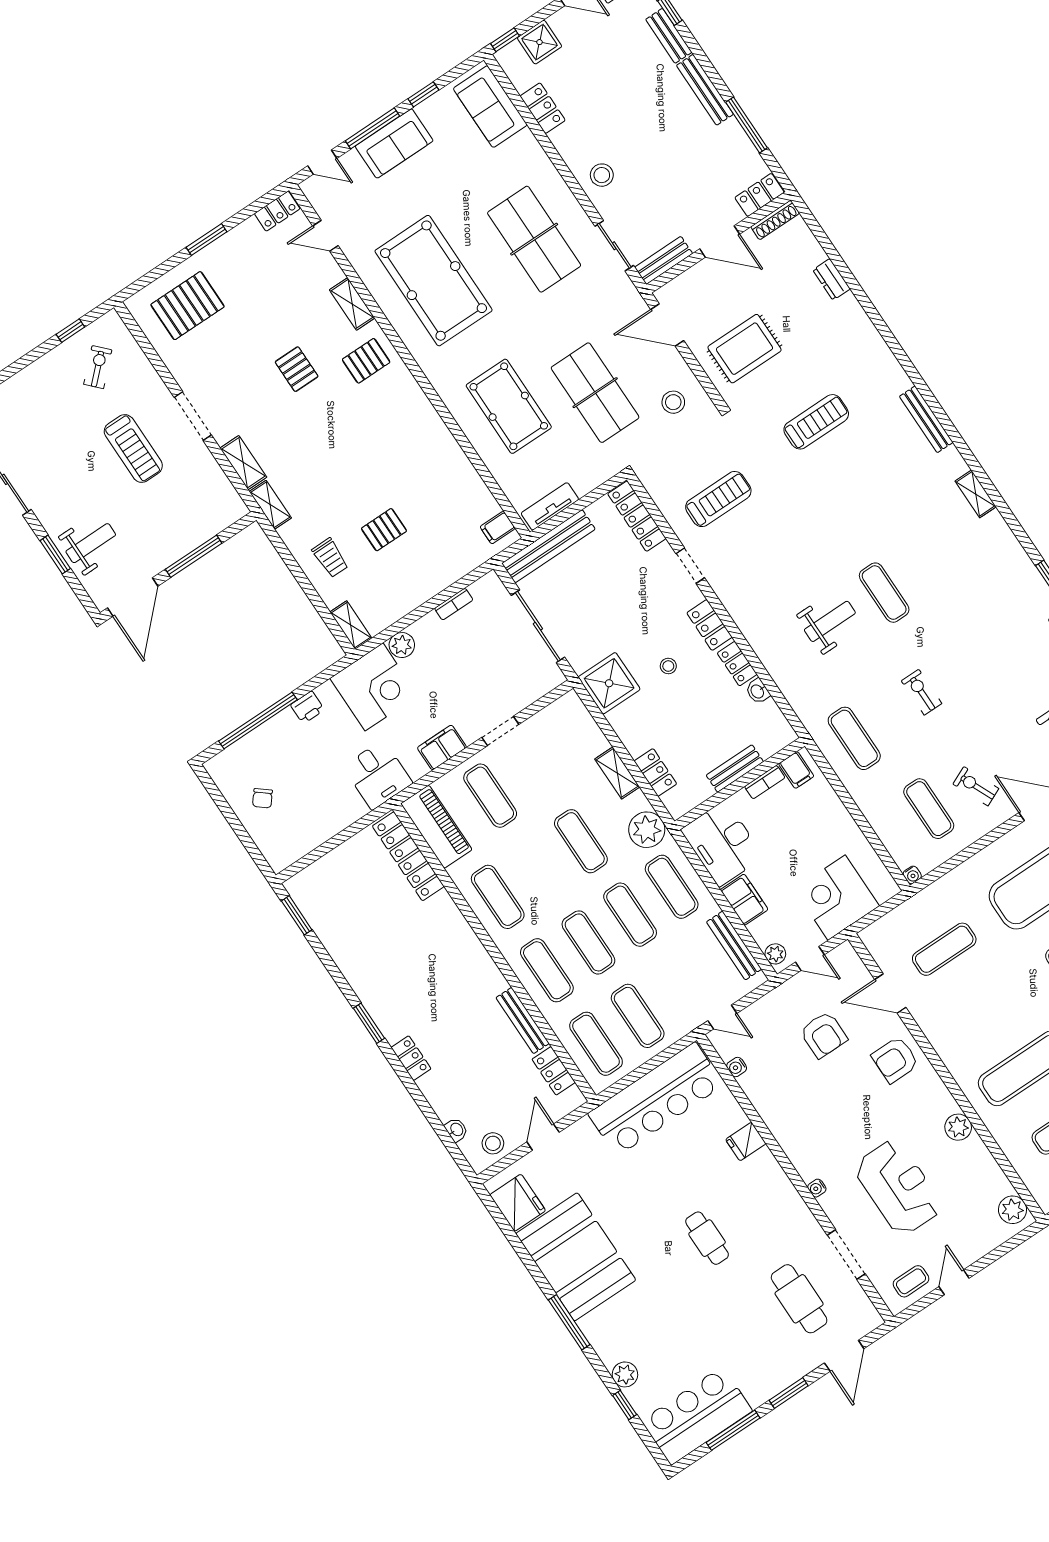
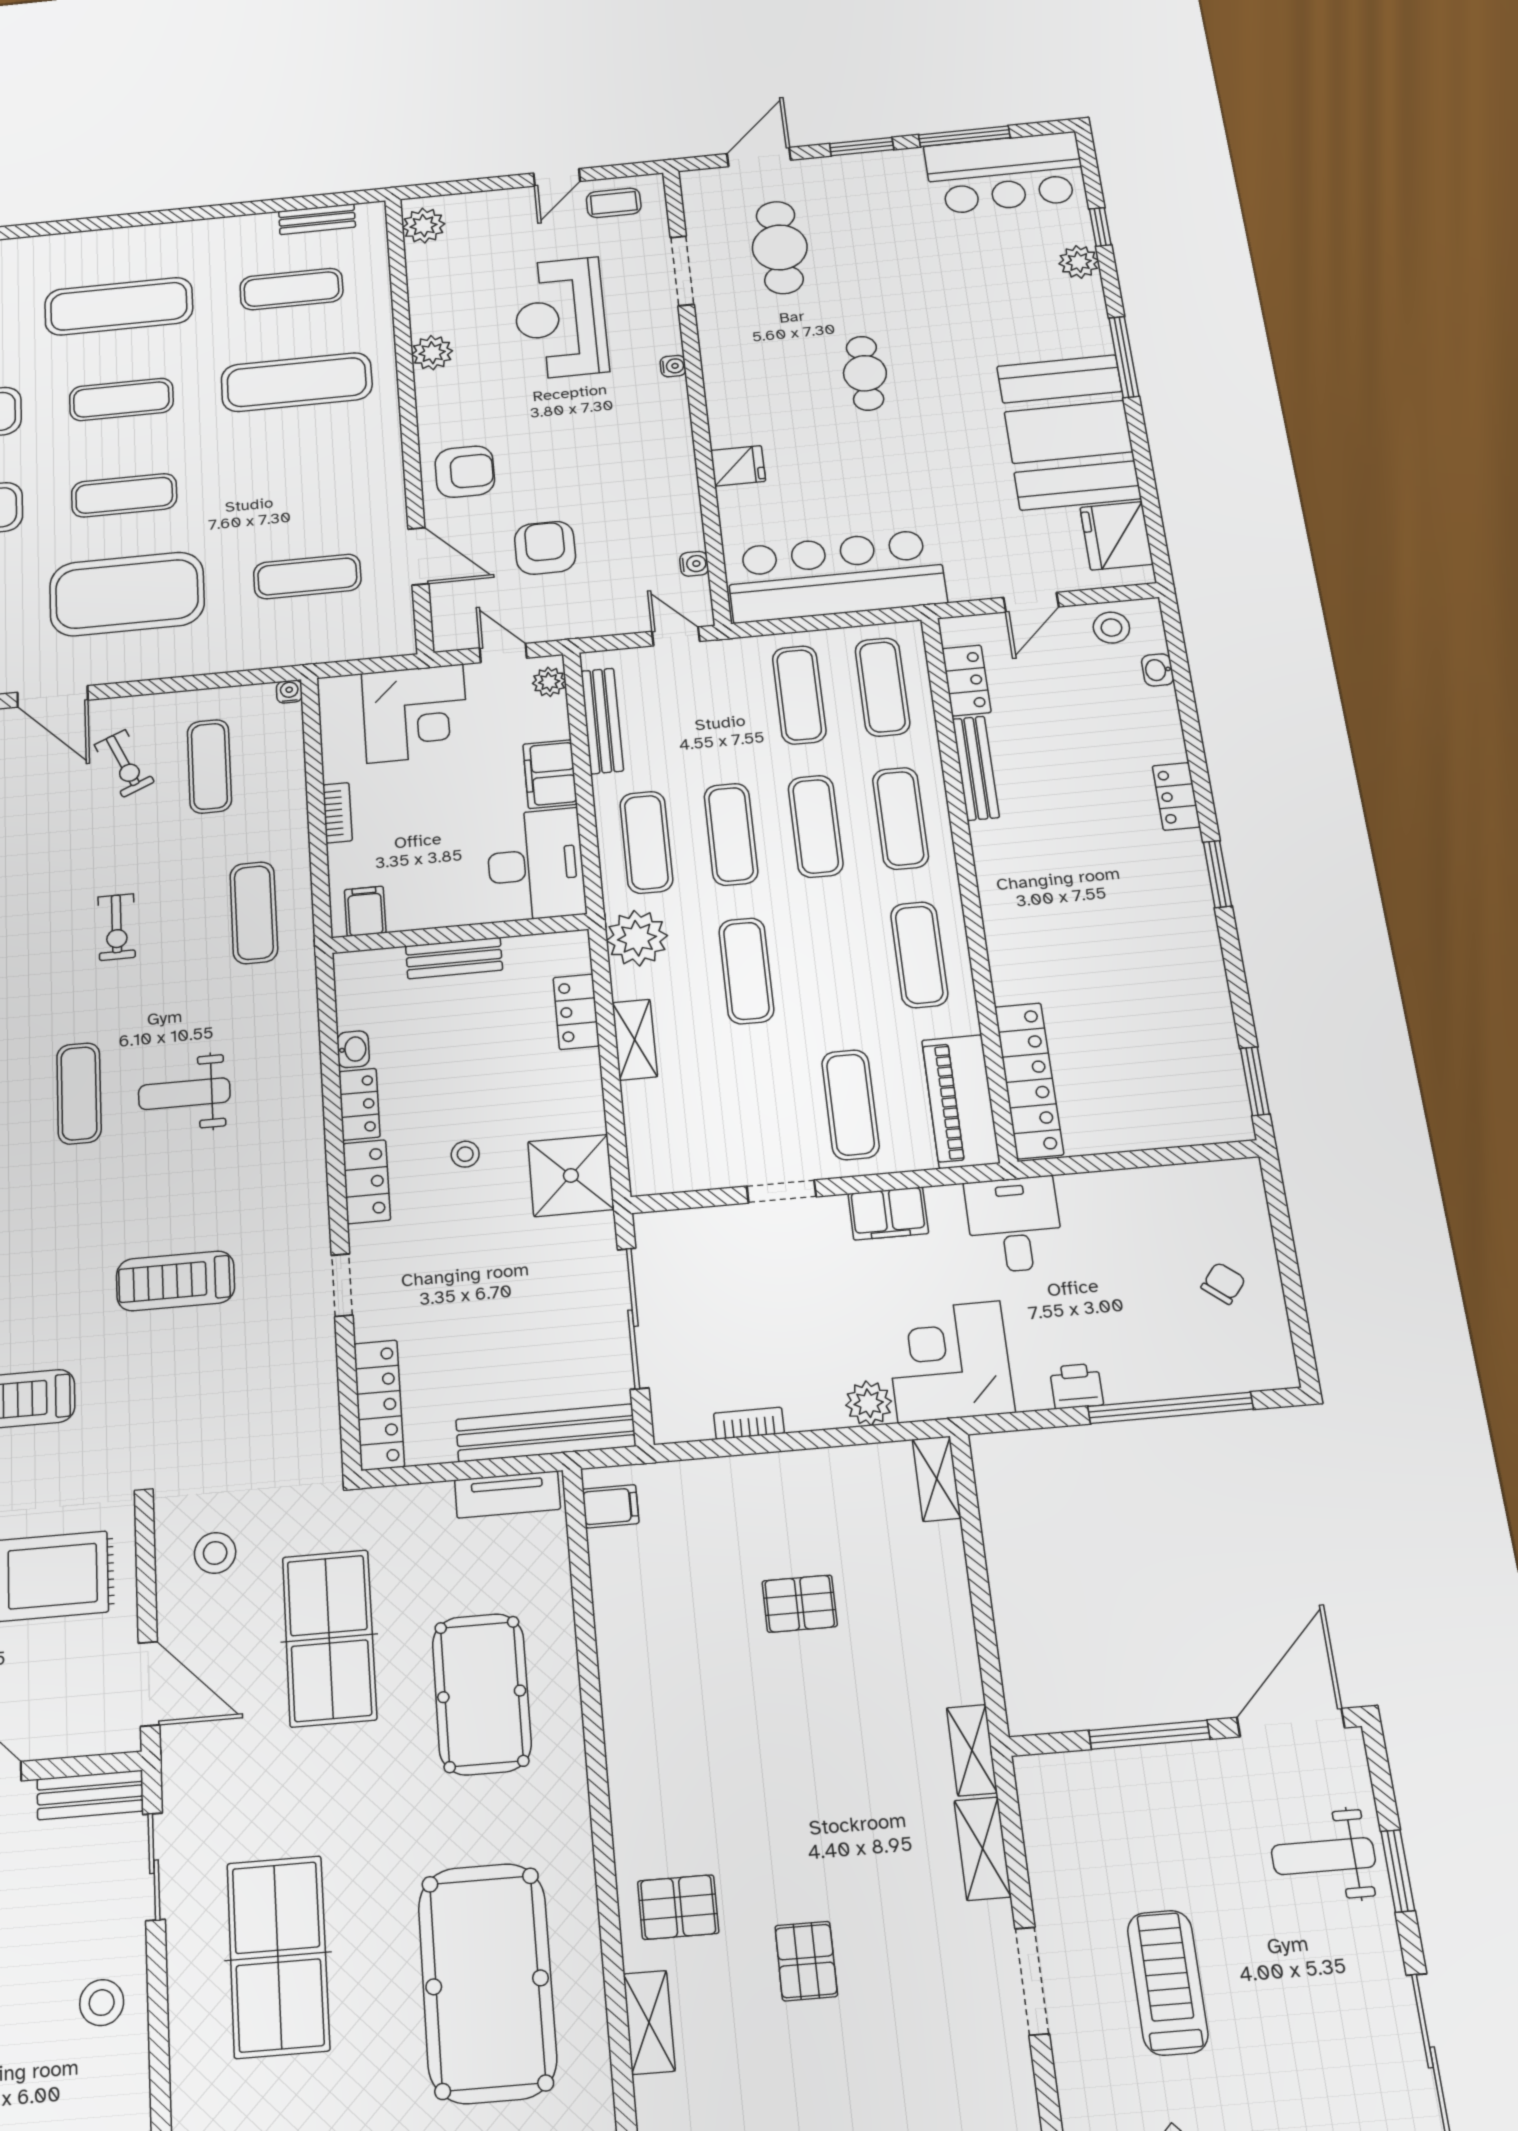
treadmill: (718, 499) -> (175, 1281), moved
trolley: (330, 558) -> (914, 1606), removed
bookcase: (765, 782) -> (337, 813), moved, turned 90

